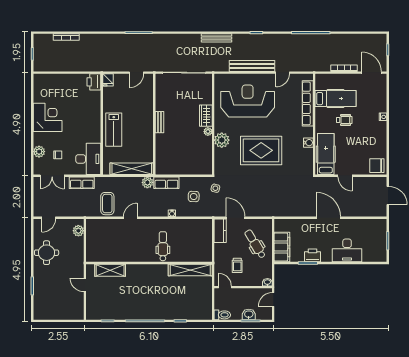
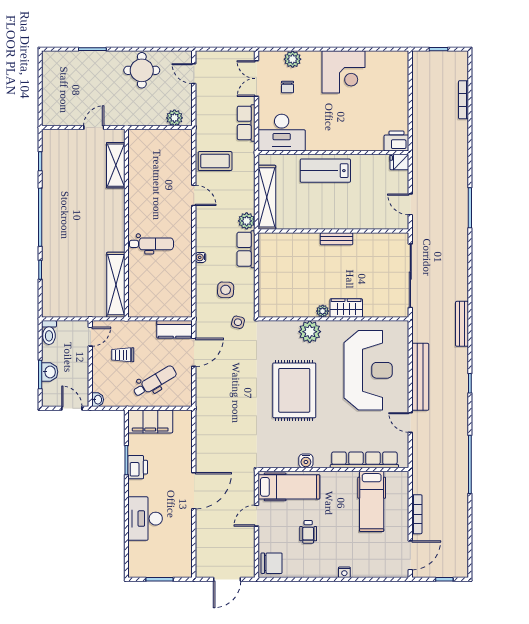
wheelchair: (344, 120) -> (308, 532), moved
chair: (377, 166) -> (272, 563), turned 90

